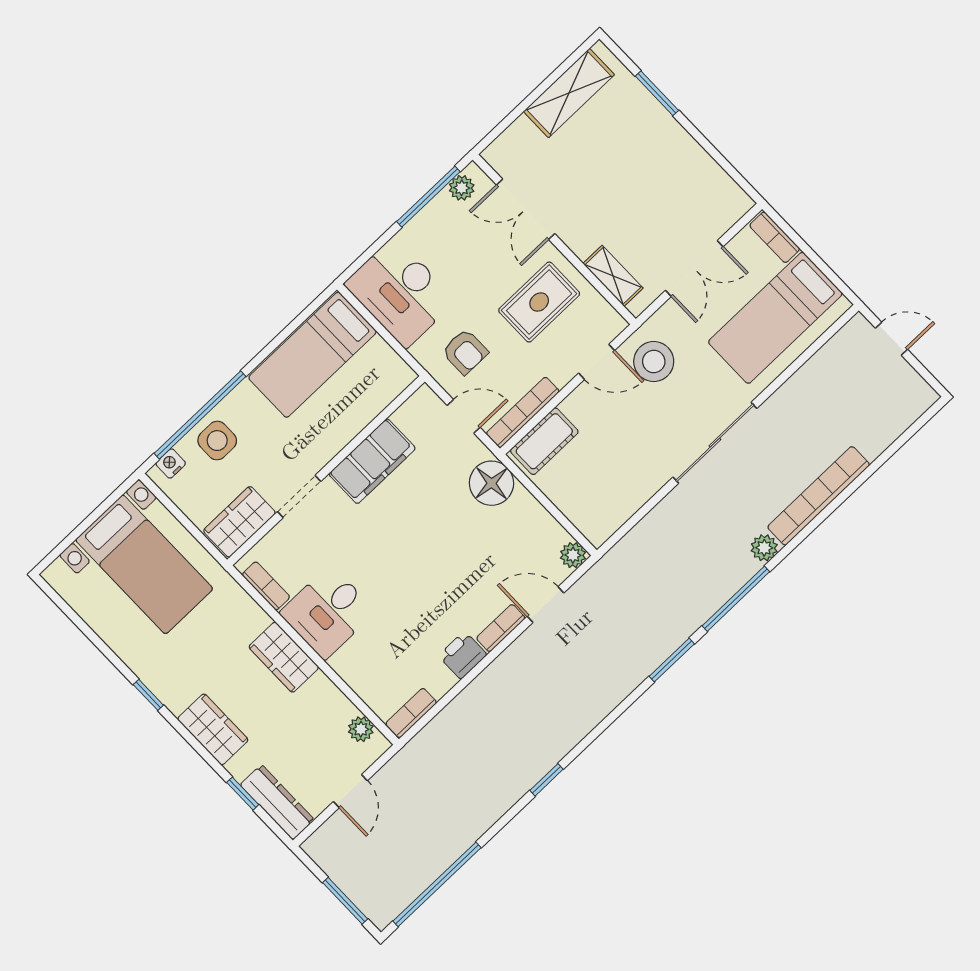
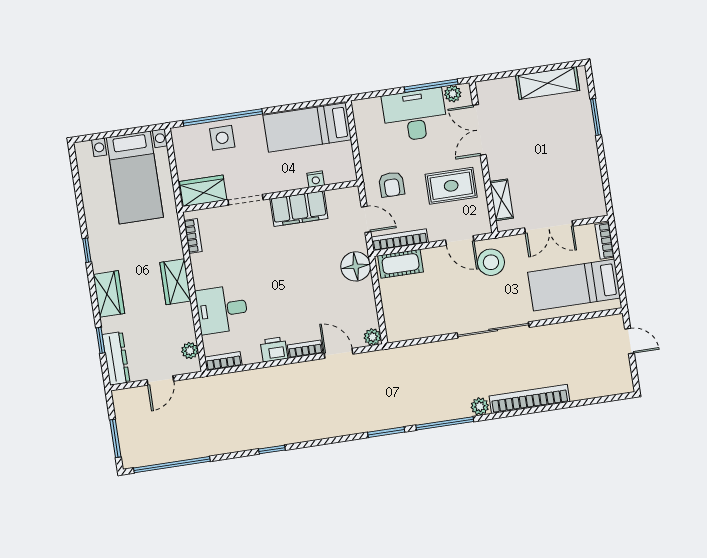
desk: (400, 292) -> (415, 115), moved, turned 90
nightstand: (171, 464) -> (316, 179), moved, turned 180
desk: (328, 612) -> (222, 309), moved

